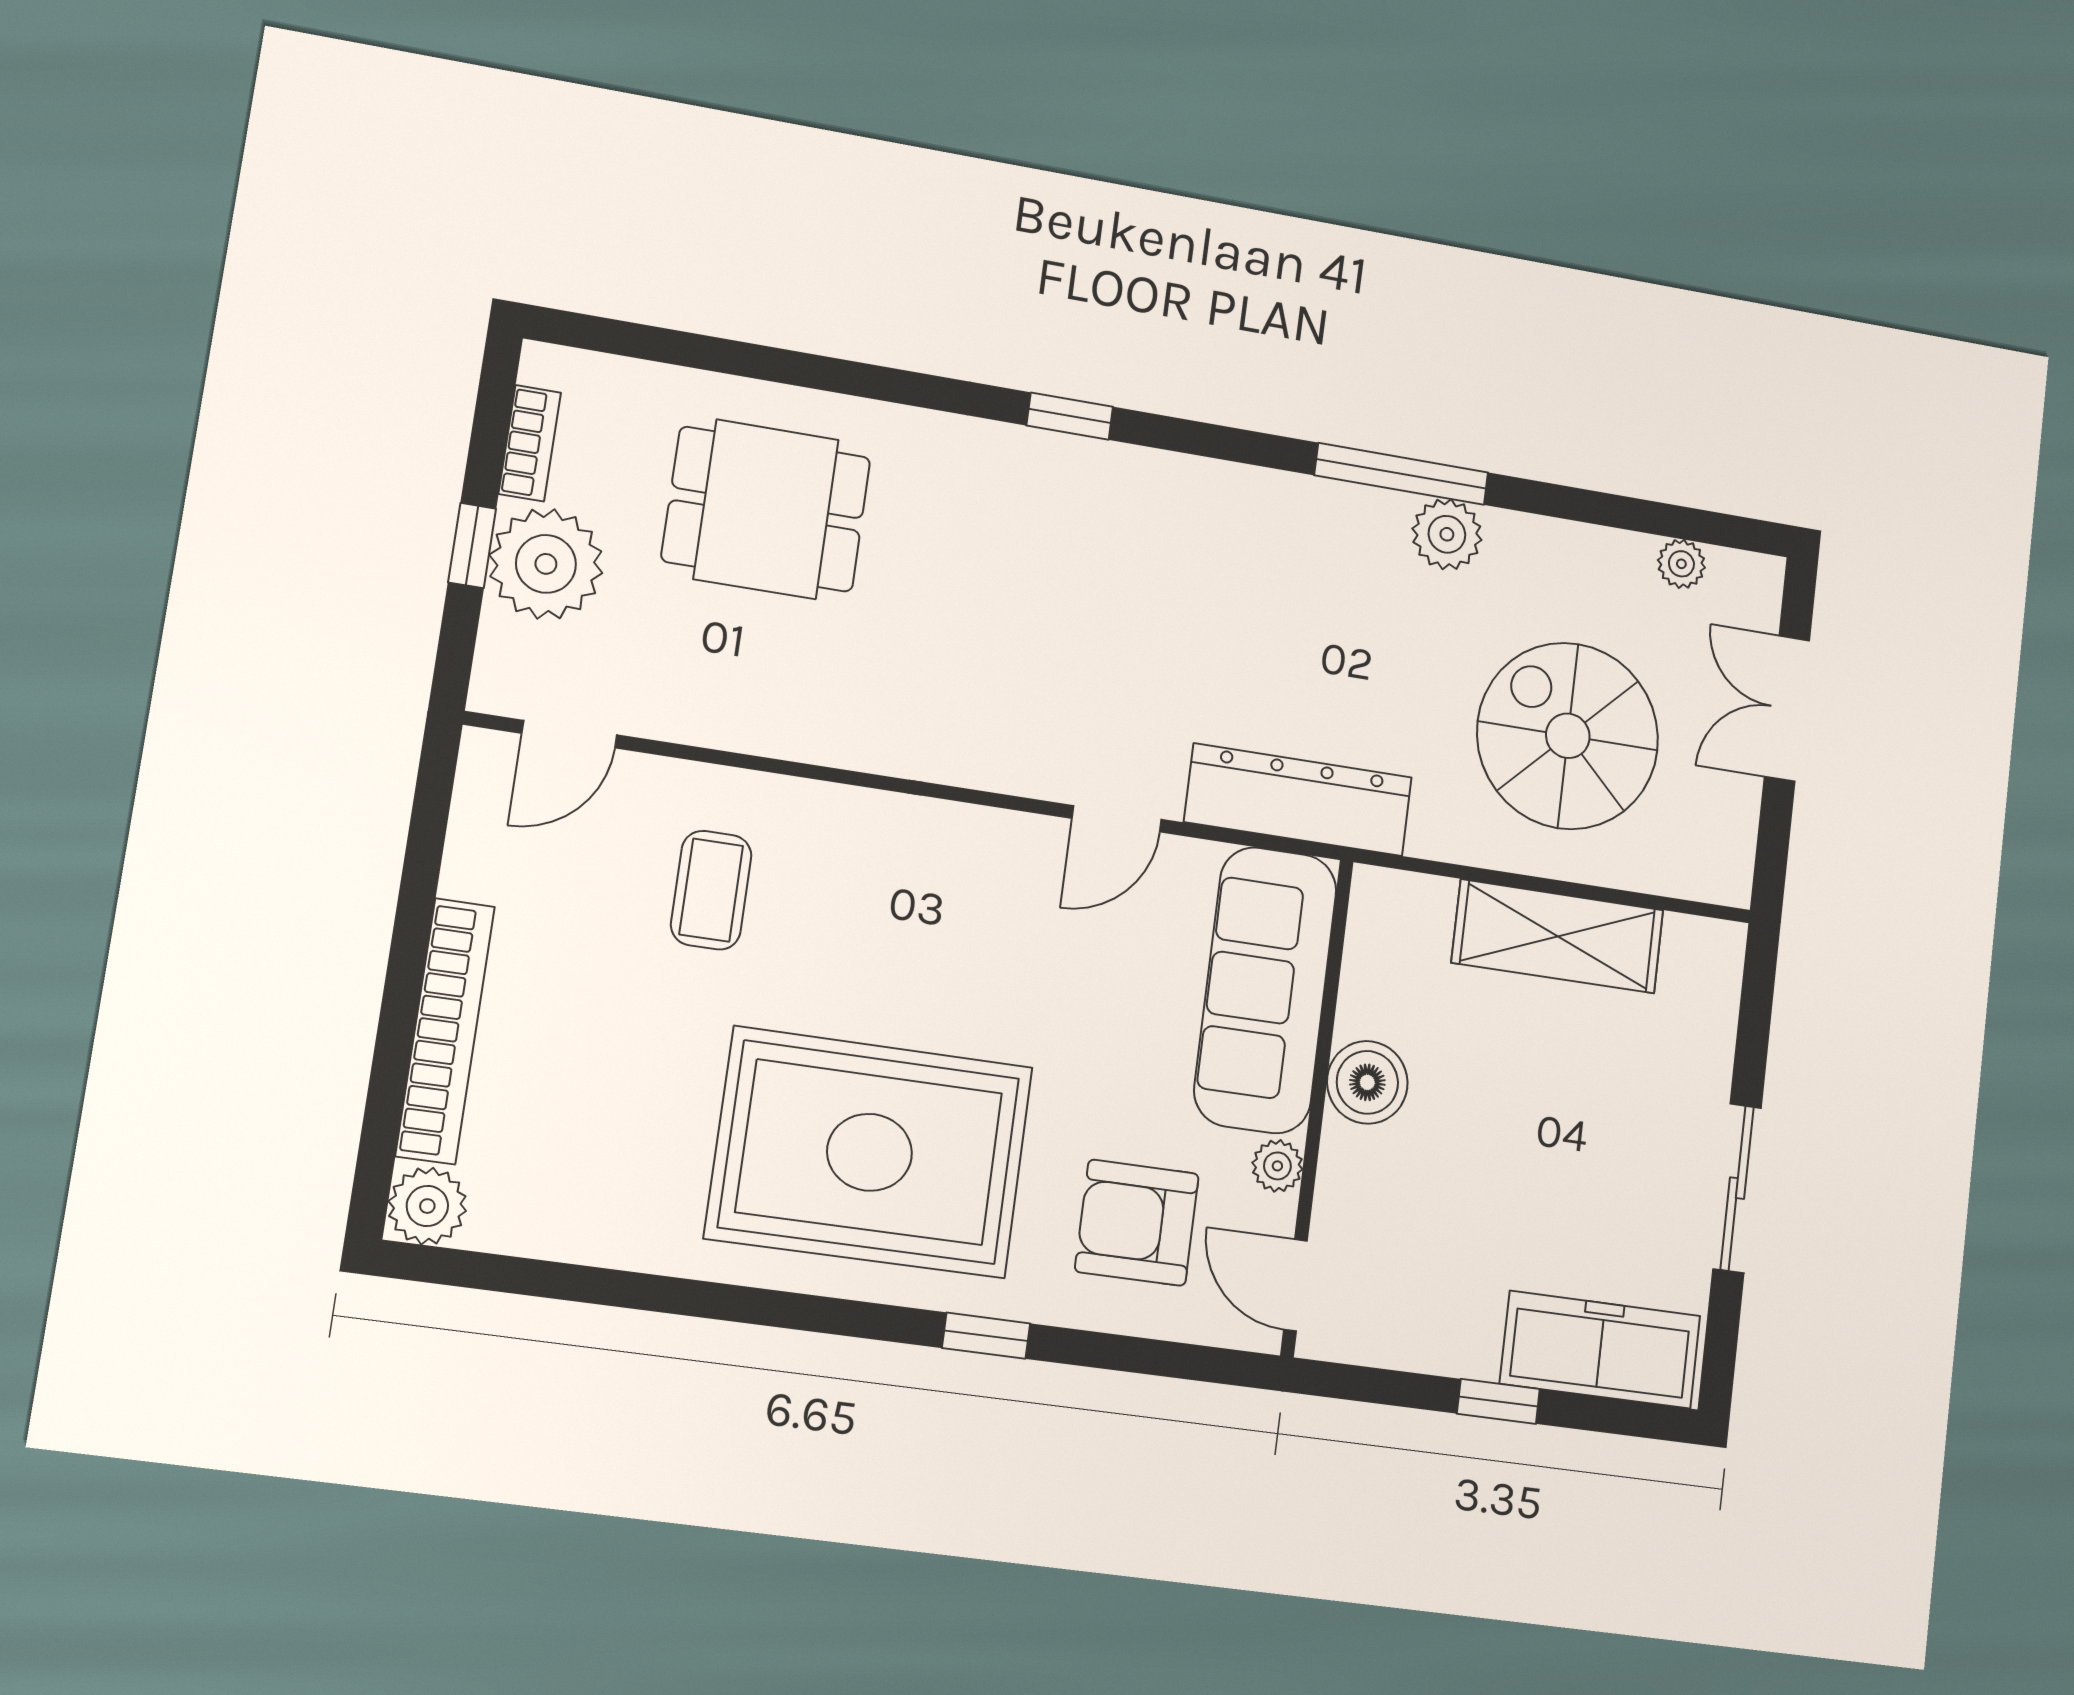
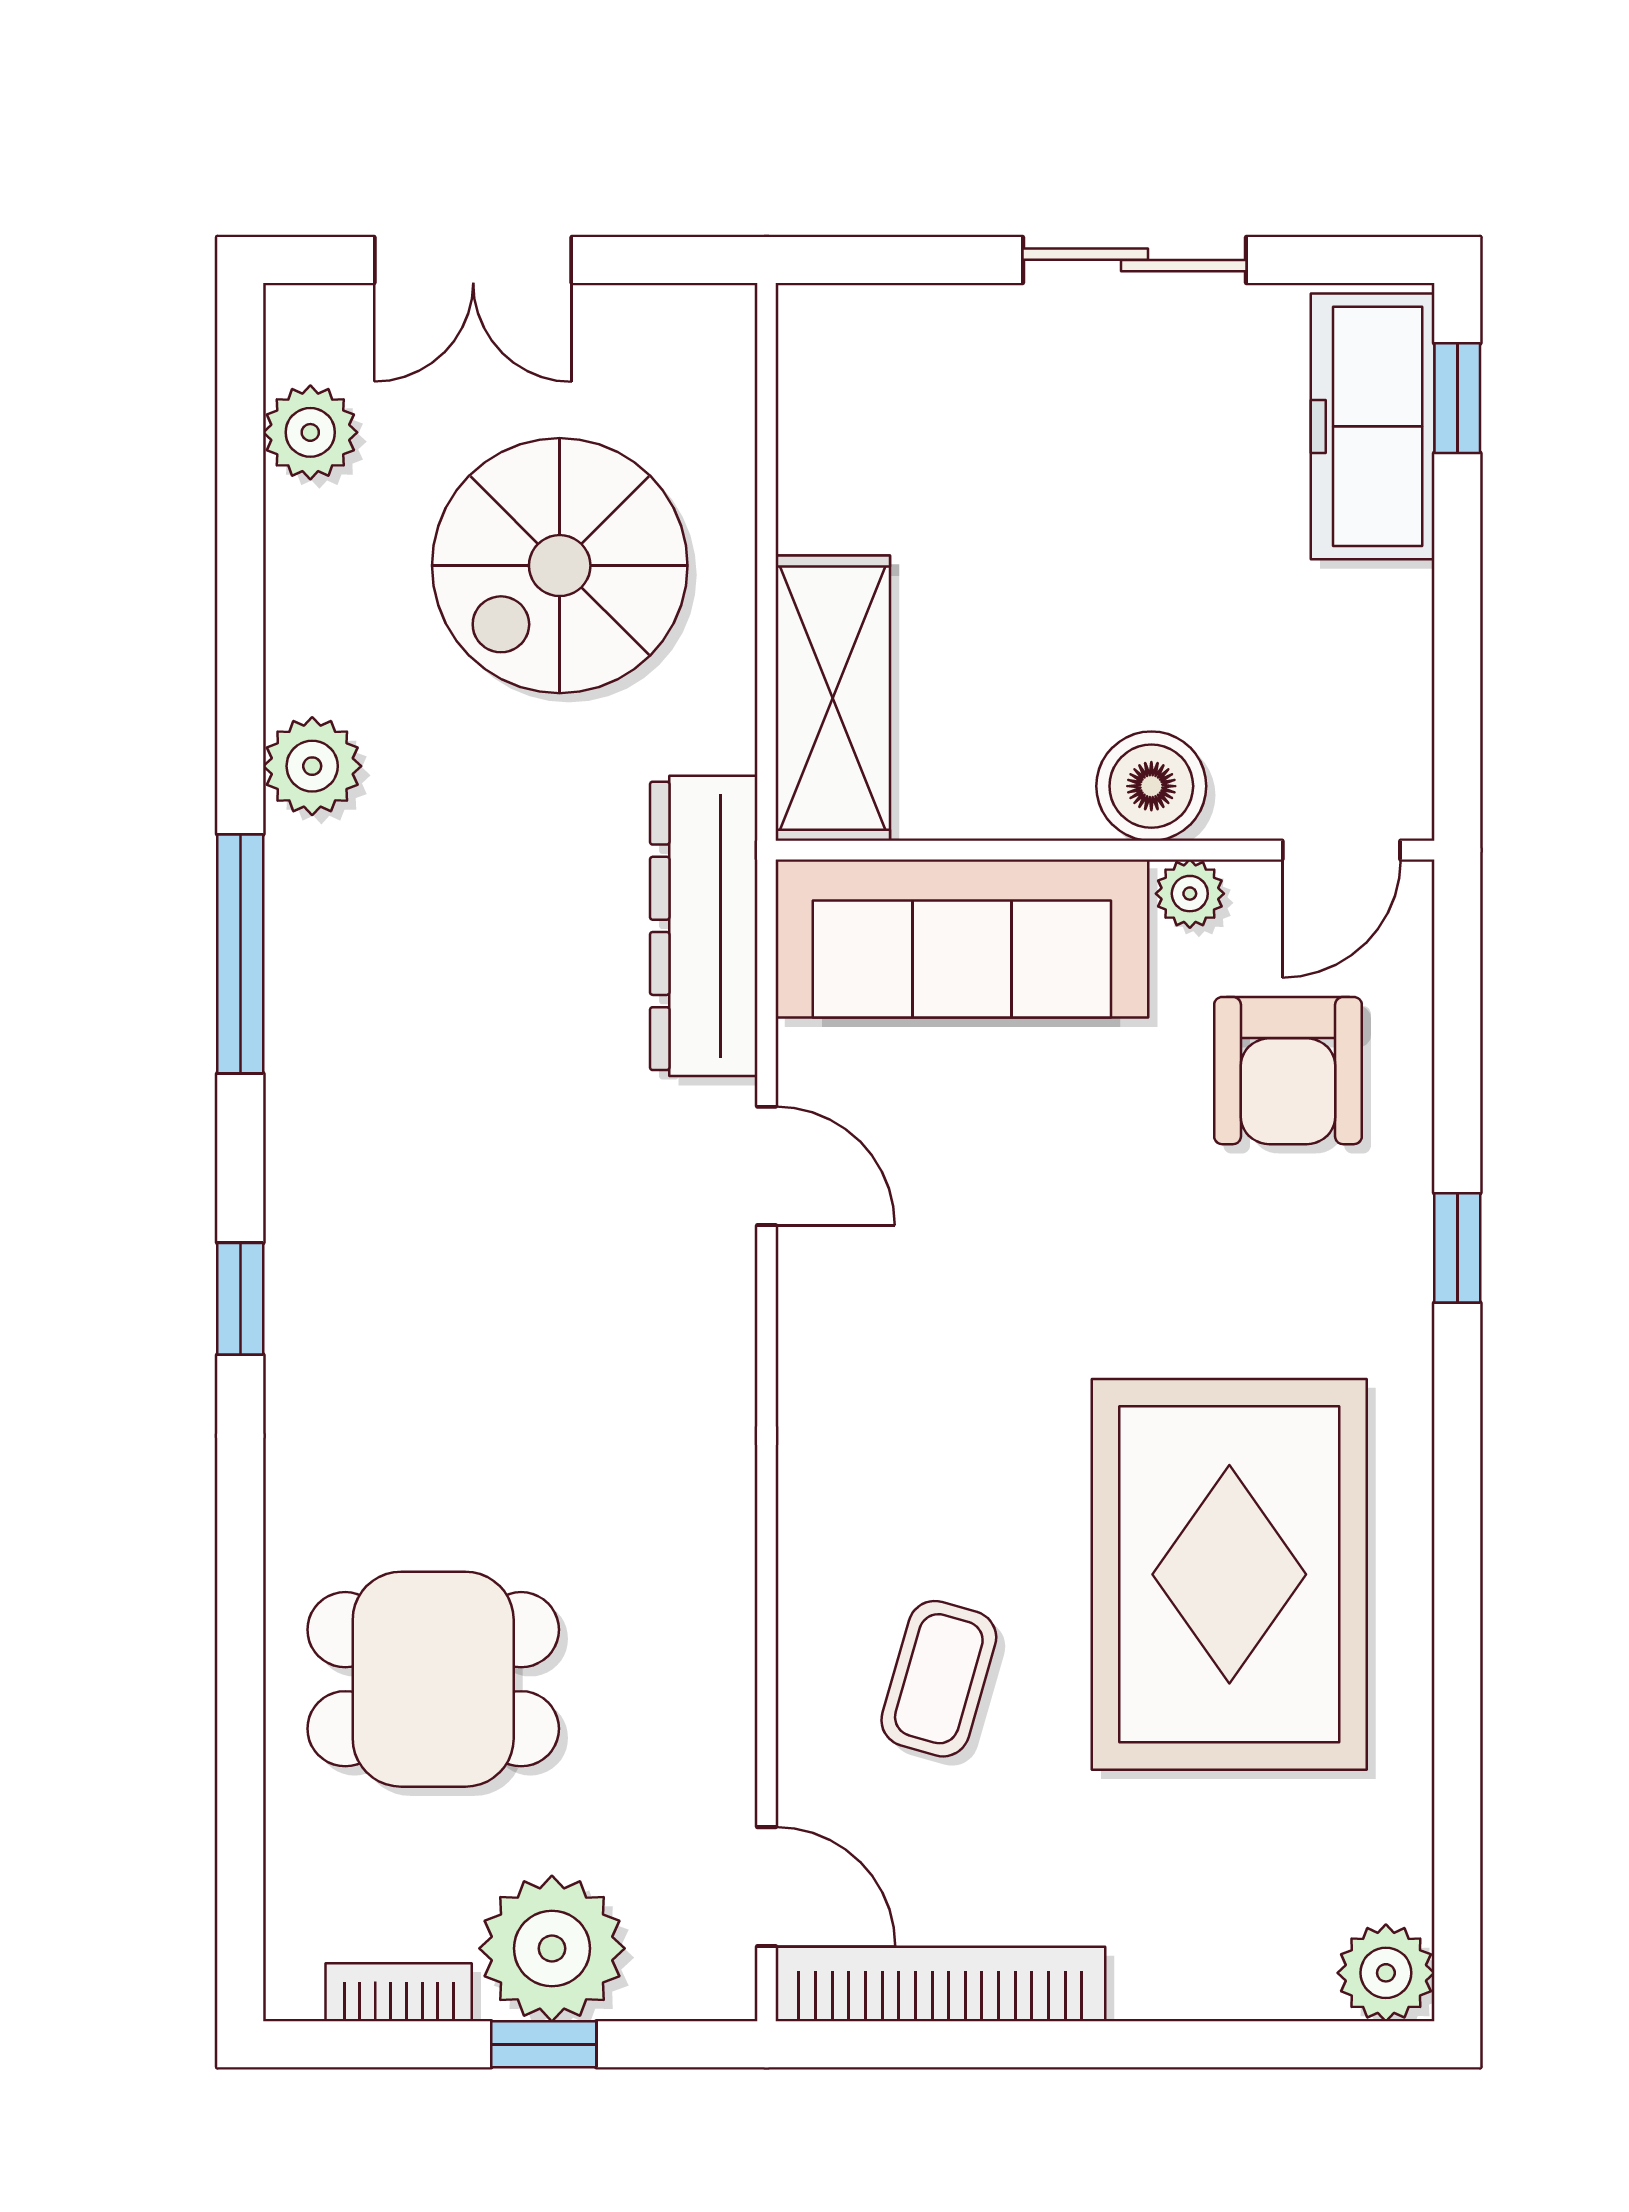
window: (1401, 474) -> (240, 954), moved
dining table: (766, 509) -> (433, 1679), turned 90
plant: (1681, 564) -> (310, 432), width x1.38, depth x1.38
coffee table: (711, 890) -> (939, 1679), turned -74
shelving: (1558, 936) -> (833, 698), moved
bookcase: (445, 1031) -> (940, 1984), moved
boiler: (1367, 1082) -> (1151, 786), moved
rug: (870, 1152) -> (1229, 1574), moved
window: (1498, 1401) -> (1457, 398), moved

